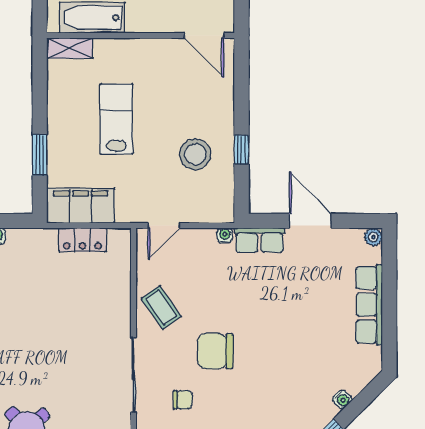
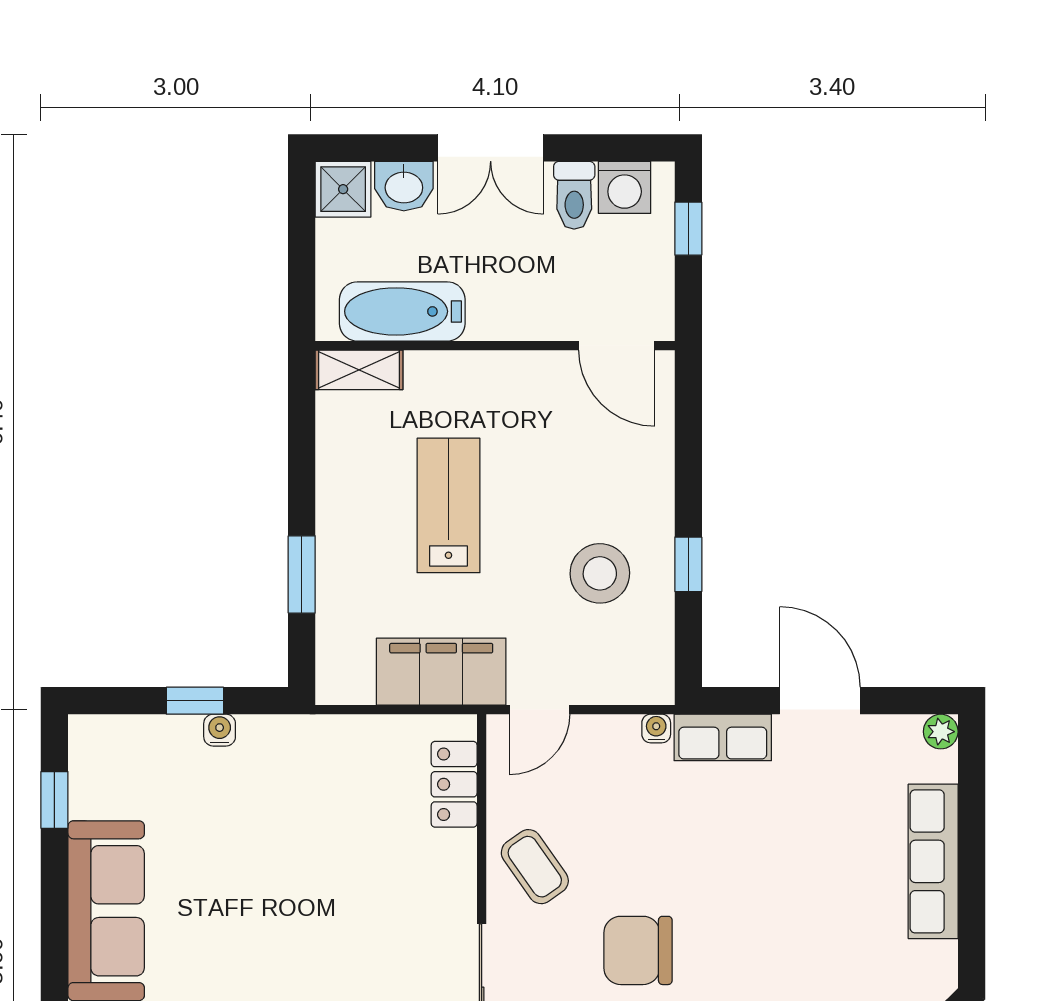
filing cabinet: (81, 206) -> (441, 672), moved
locker: (82, 240) -> (454, 784), moved, turned 90

